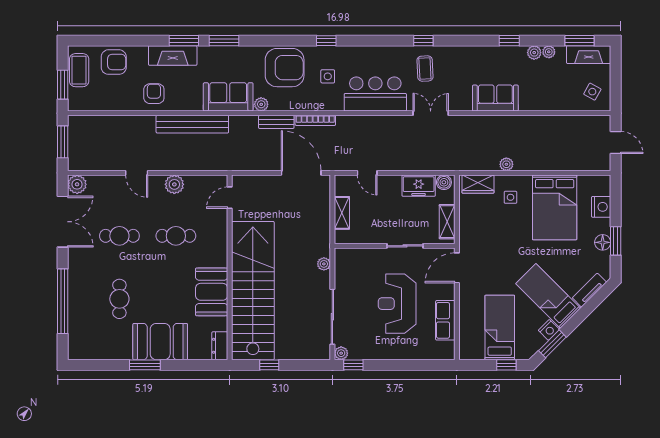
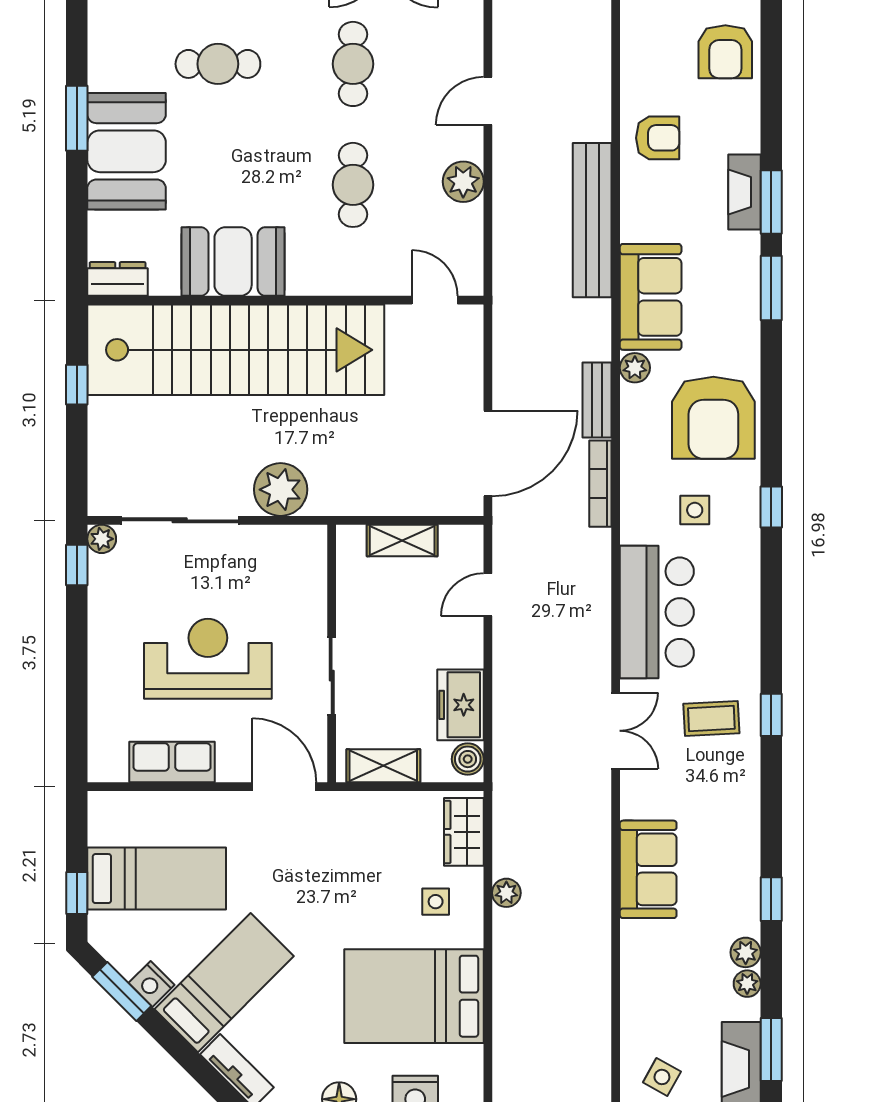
fireplace: (173, 56) -> (744, 192), width x0.73, depth x0.76
plant: (324, 264) -> (281, 490), width x1.88, depth x1.88

